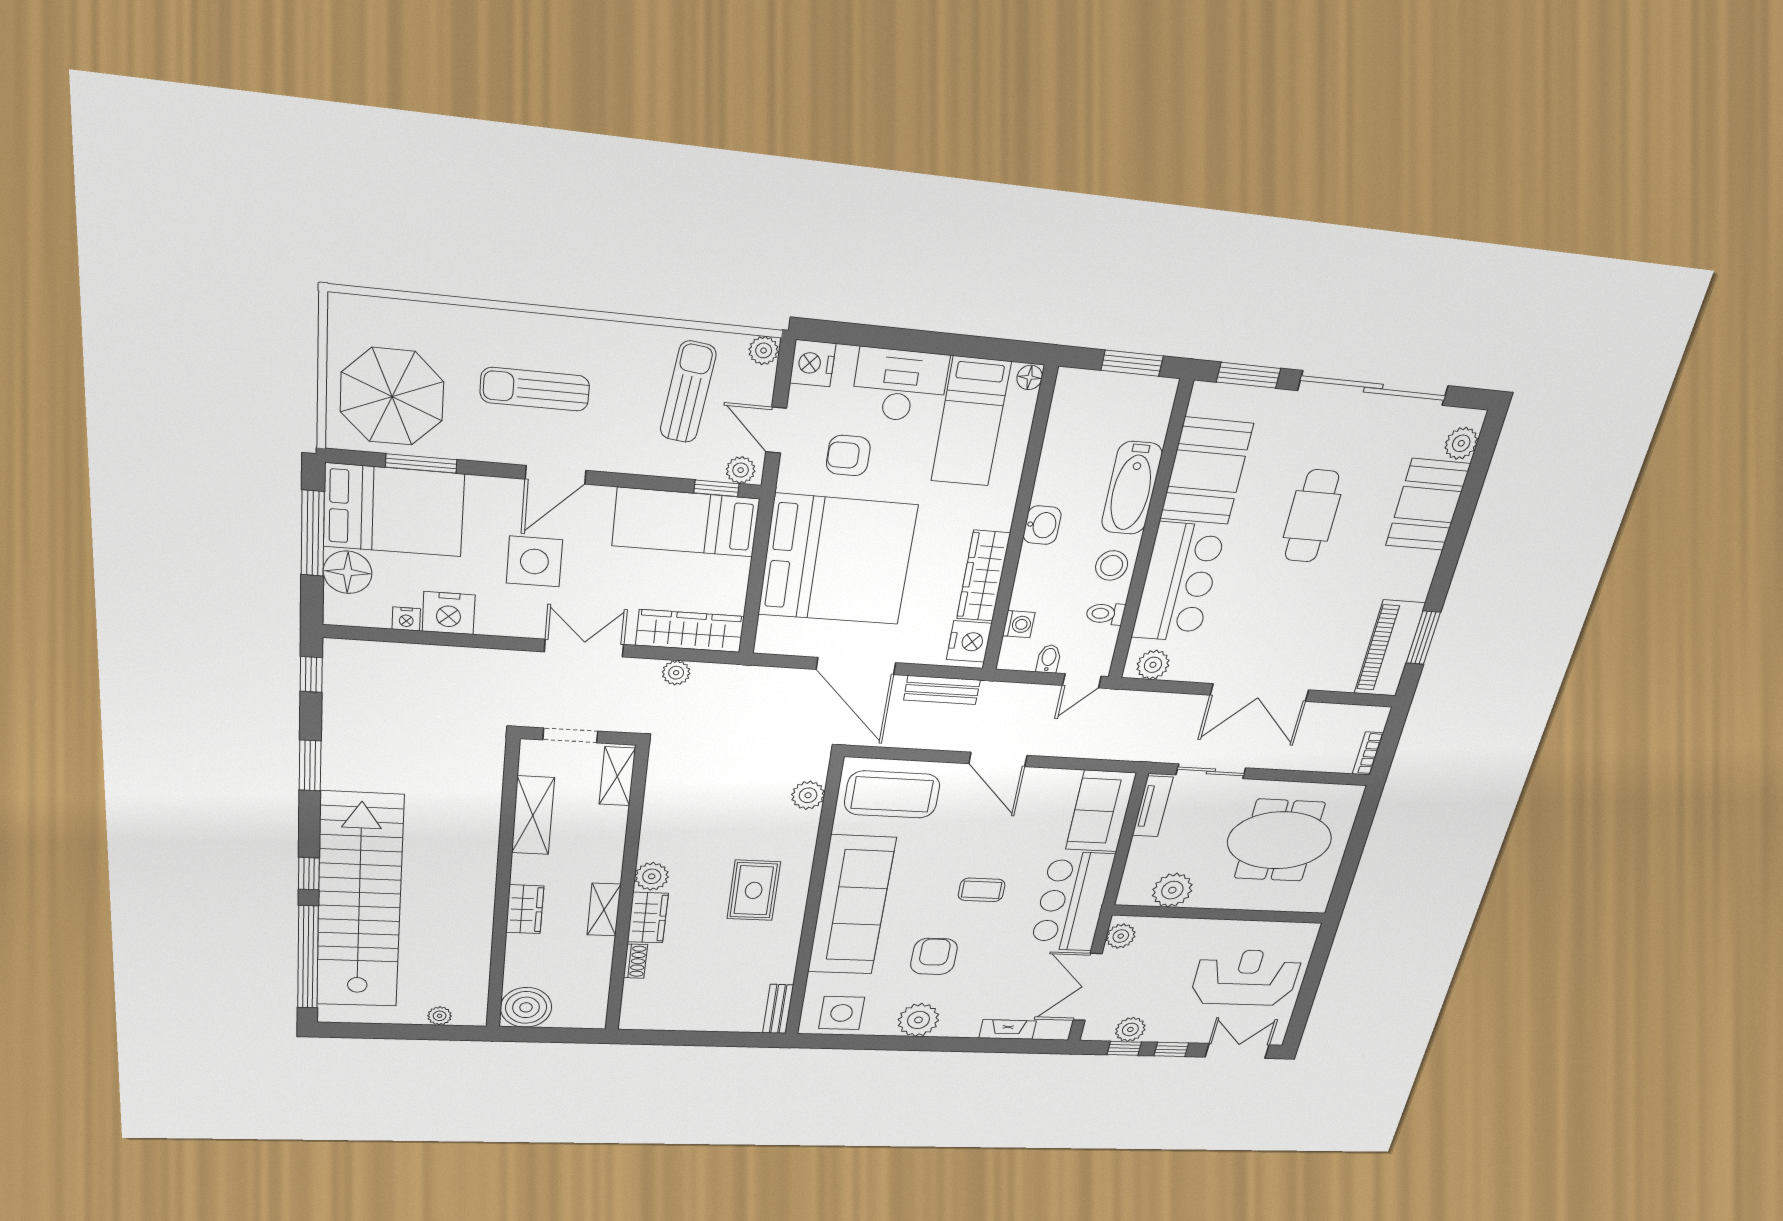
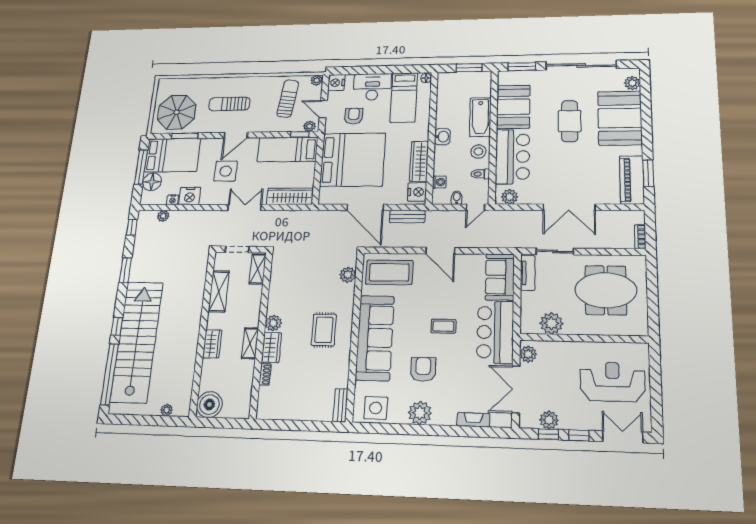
armchair: (848, 455) -> (354, 116), turned 90
booth: (1428, 505) -> (620, 118), width x1.36, depth x1.42
plant: (676, 673) -> (163, 216), moved

